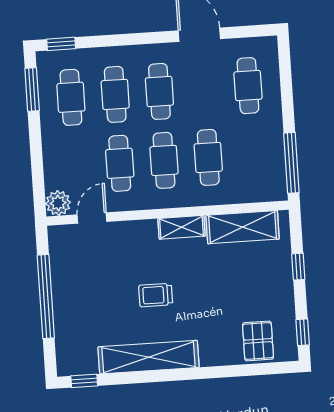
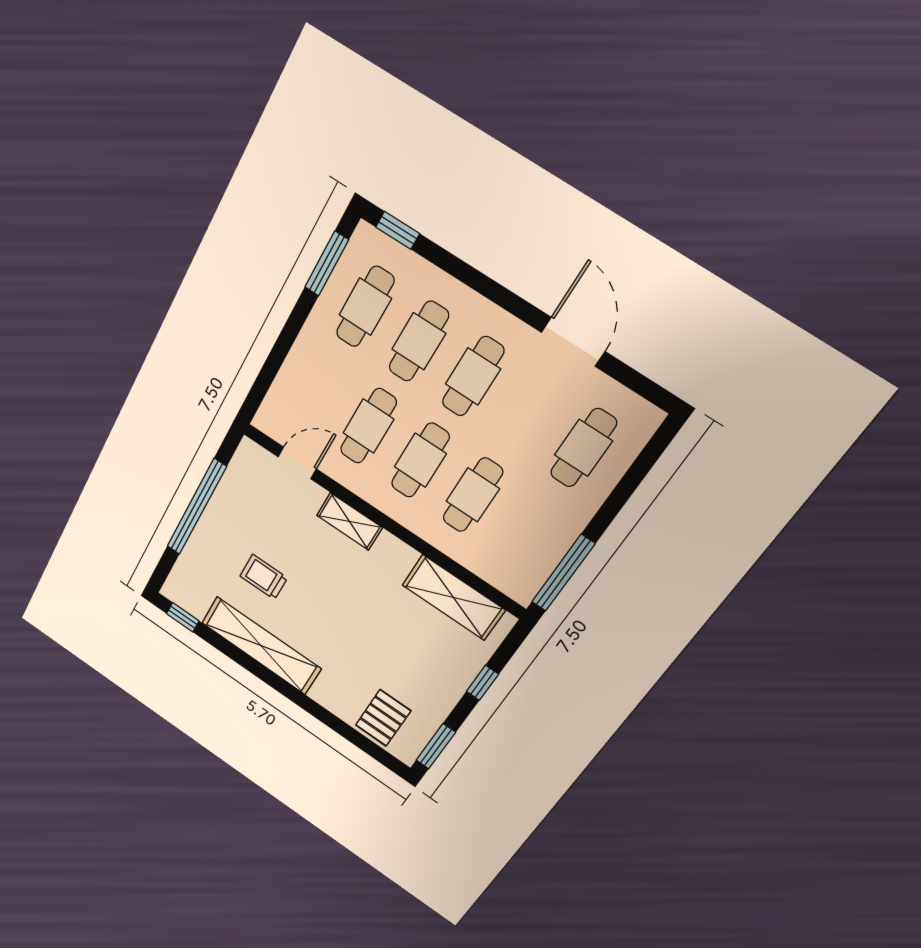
plant: (58, 203) -> (272, 419), removed
shelving: (182, 227) -> (350, 521), moved
trolley: (156, 295) -> (264, 577), moved
window: (303, 332) -> (436, 746), width x1.50

